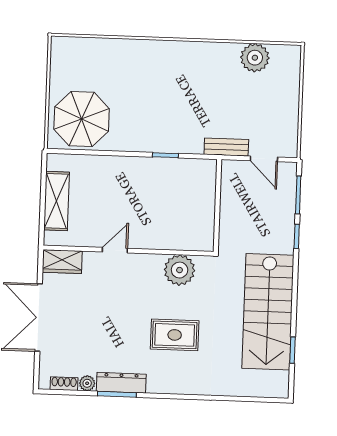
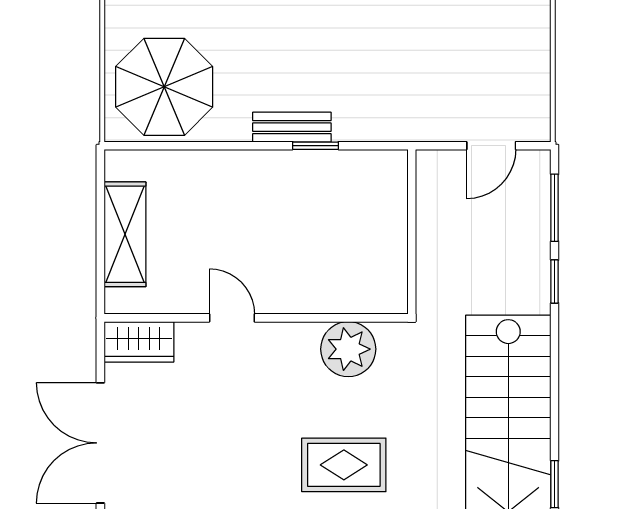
bench: (226, 147) -> (292, 127), moved
door: (264, 159) -> (491, 146), hinge flipped
door: (115, 250) -> (232, 318), hinge flipped

